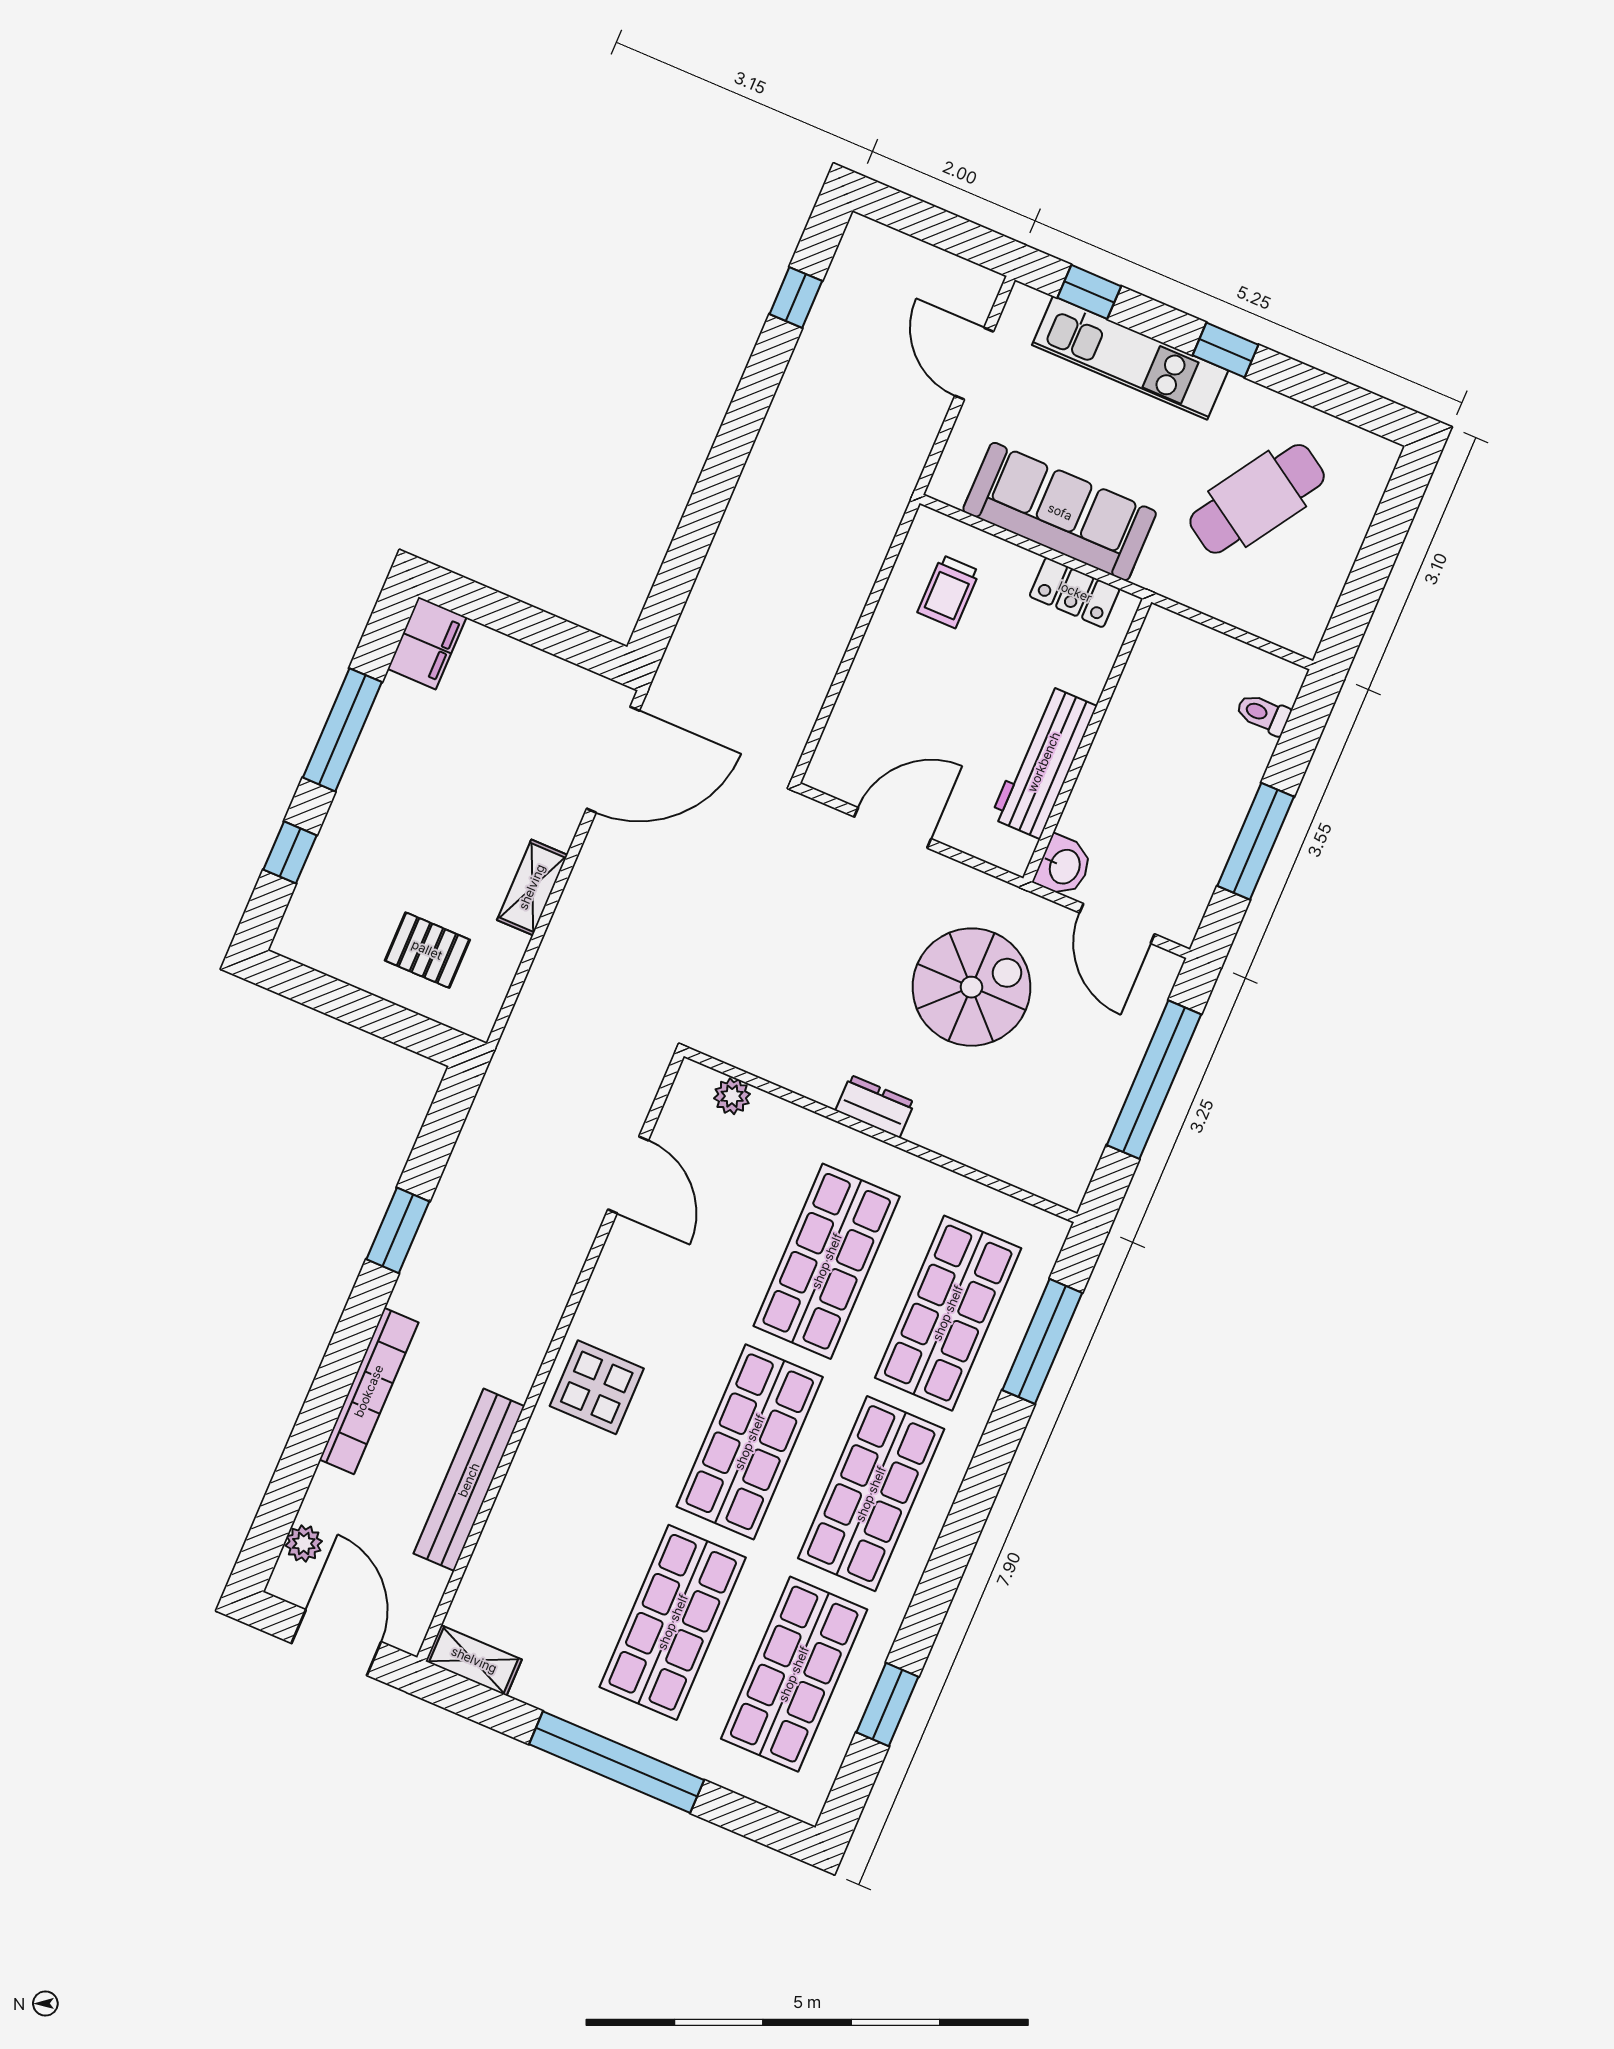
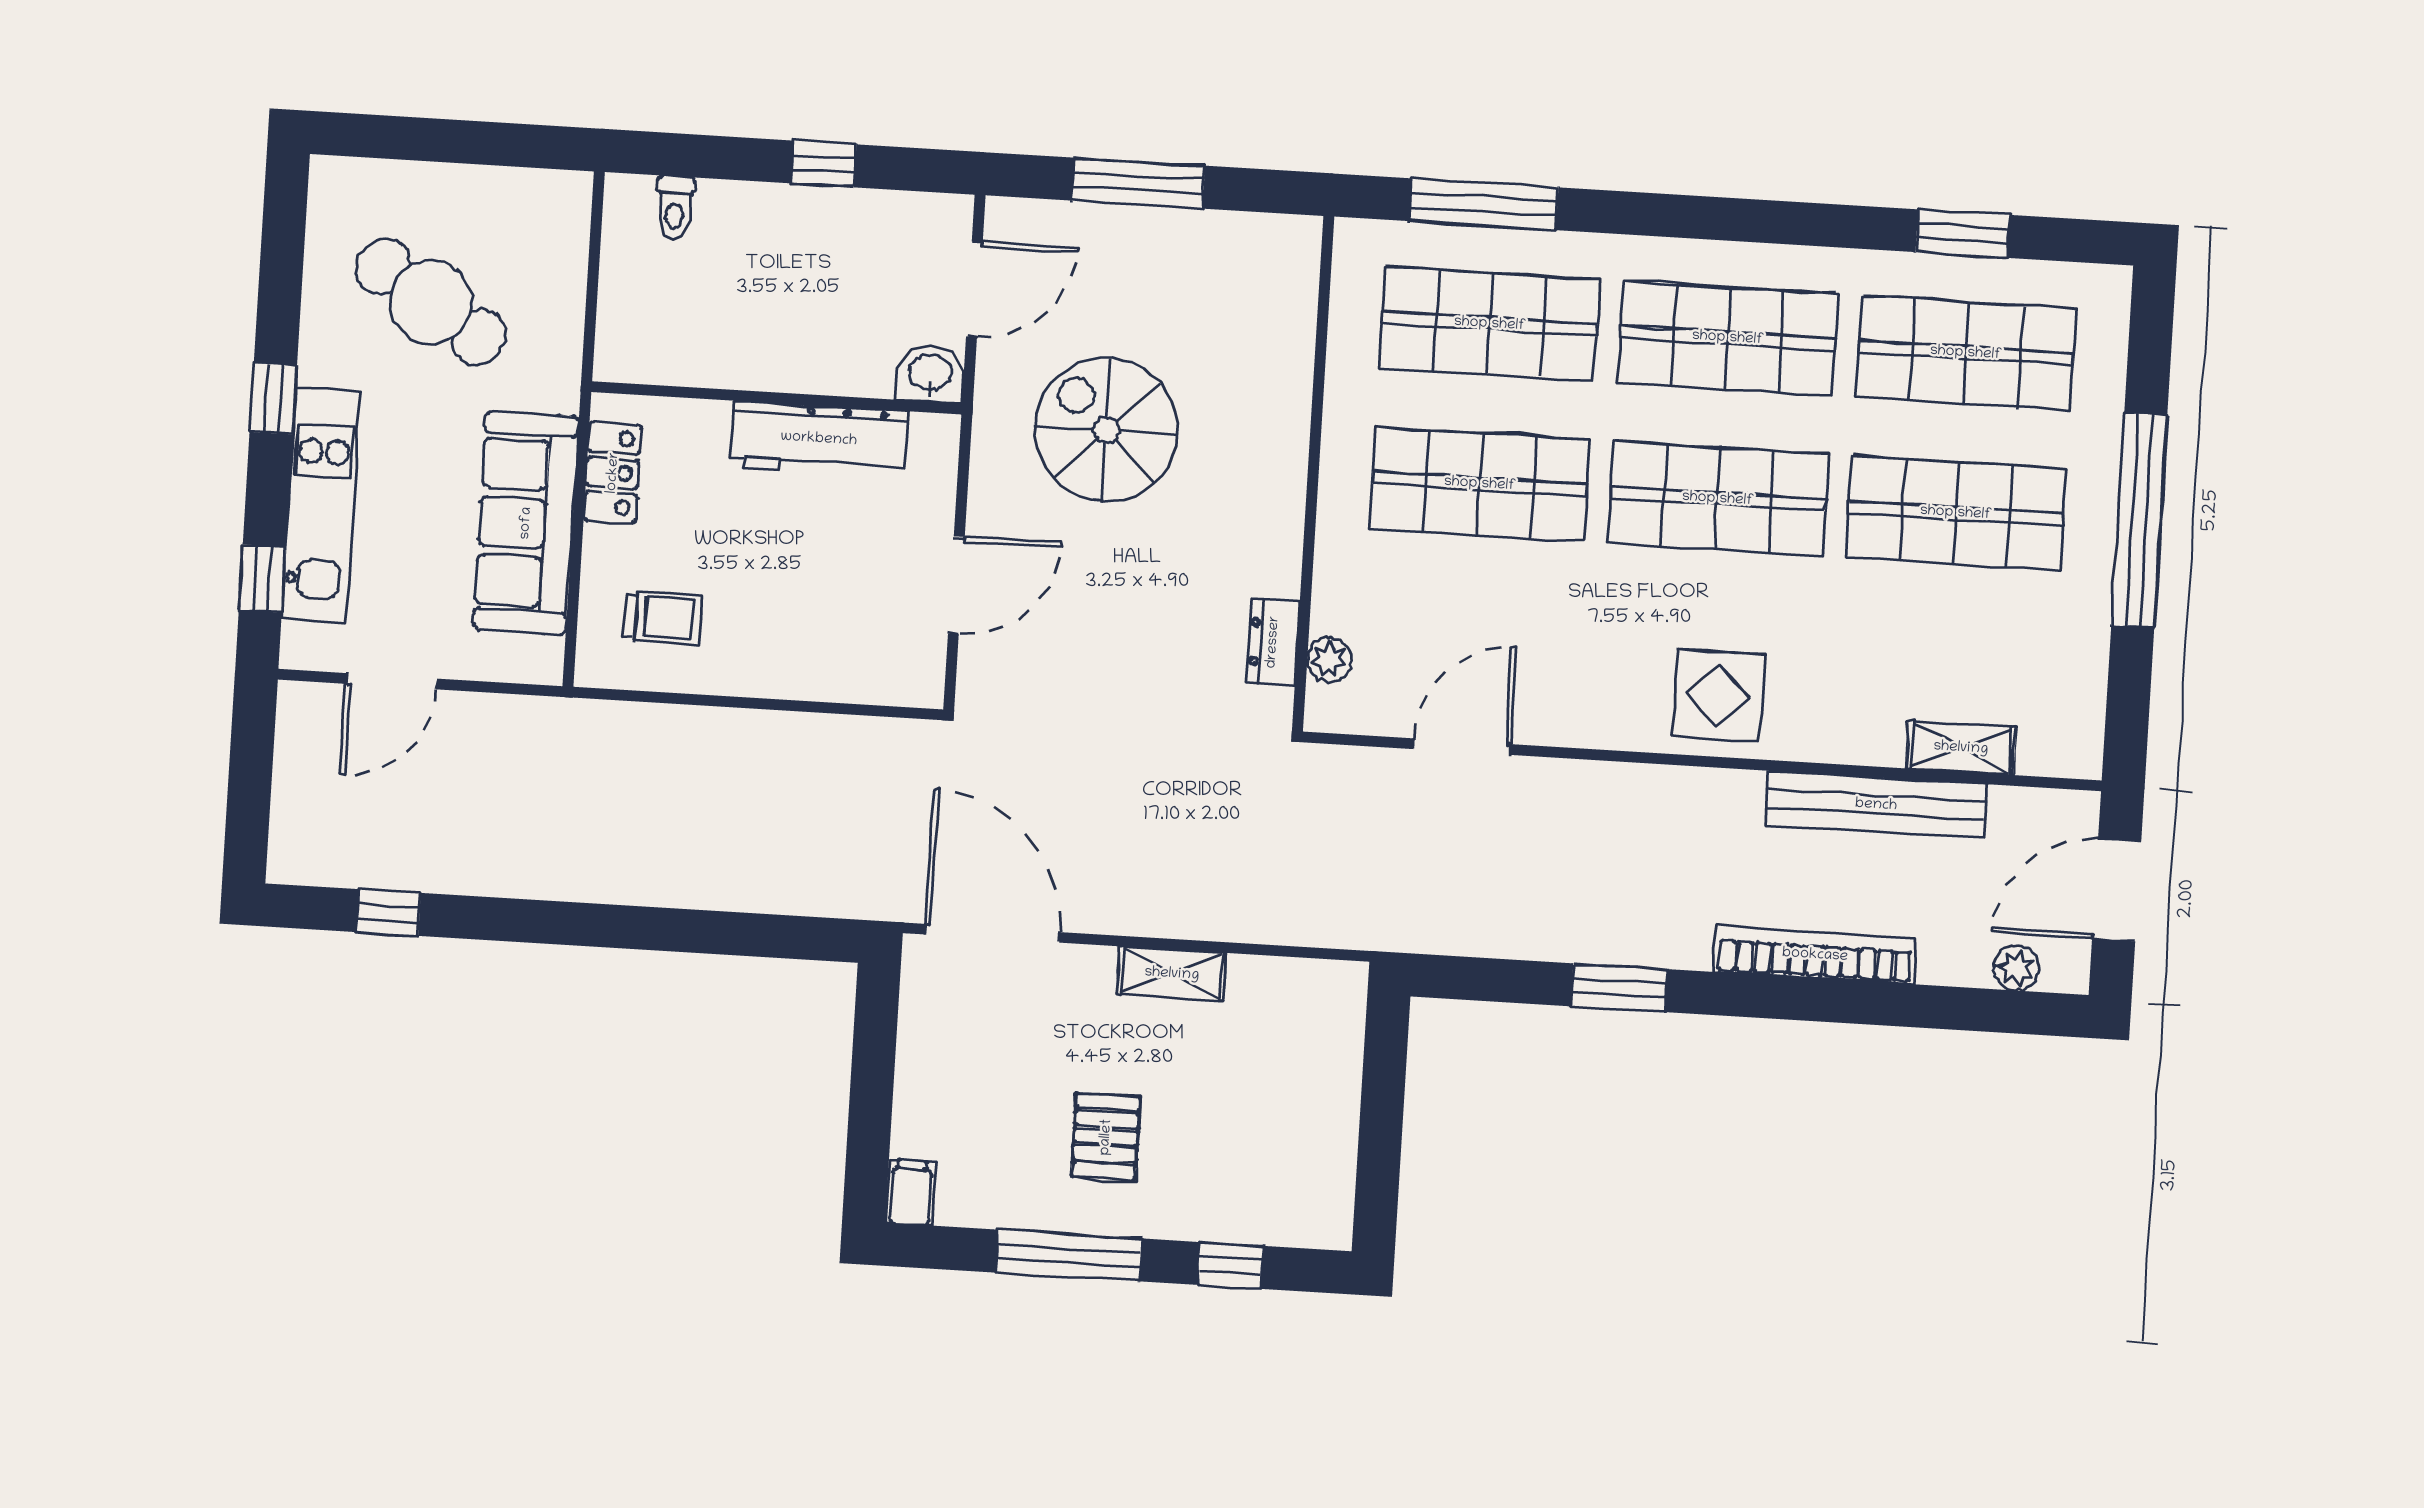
filing cabinet: (427, 643) -> (911, 1192), width x0.50
door: (893, 828) -> (956, 585), swing flipped
window: (1256, 841) -> (824, 164), width x0.46
pallet: (427, 950) -> (1106, 1137), moved
window: (1154, 1080) -> (1138, 183), width x0.68
dresser: (875, 1106) -> (1273, 642), moved
shelving: (474, 1660) -> (1961, 748), moved, turned 90

